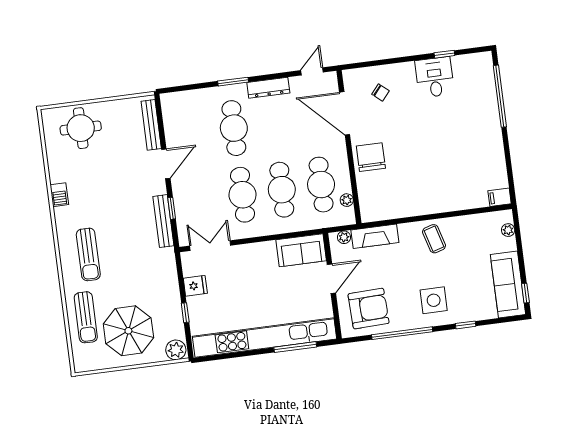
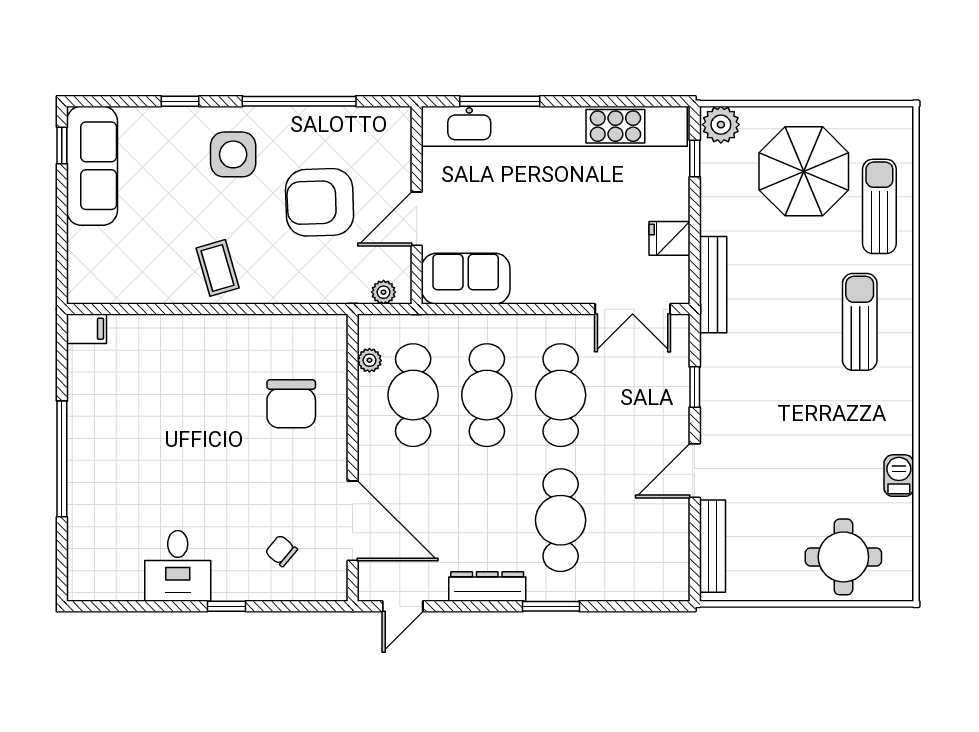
window: (444, 54) -> (226, 606), moved
window: (500, 96) -> (62, 459), moved
chair: (371, 157) -> (291, 404), moved
barbecue: (59, 195) -> (899, 476), moved
bench: (163, 221) -> (713, 285), moved
plant: (508, 230) -> (79, 266), removed
fireplace: (375, 236) -> (326, 287), removed
armchair: (369, 309) -> (320, 202), moved
window: (185, 313) -> (695, 159), moved

